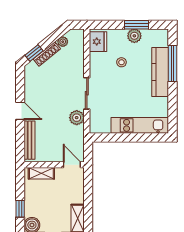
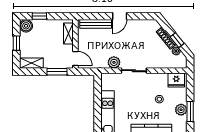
window: (34, 53) -> (177, 40), moved
door: (72, 165) -> (75, 59), hinge flipped
window: (88, 187) -> (57, 72), added

